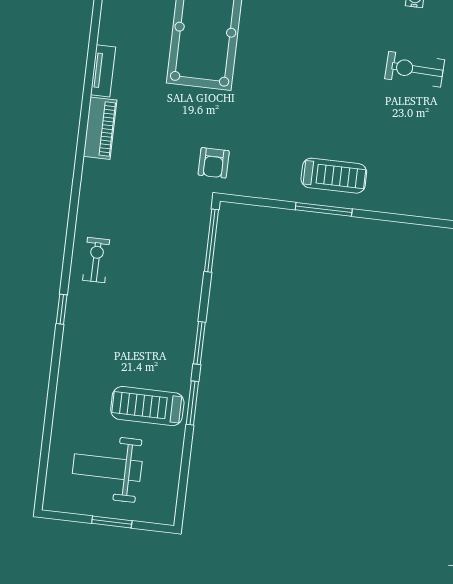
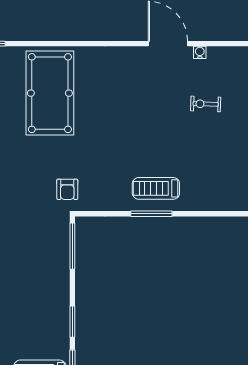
exercise bike: (415, 69) -> (206, 104), width x0.73, depth x0.72
treadmill: (334, 176) -> (156, 188), turned 180

